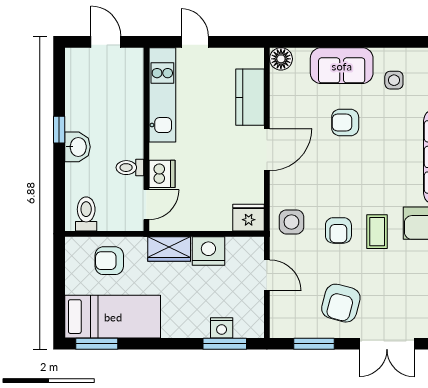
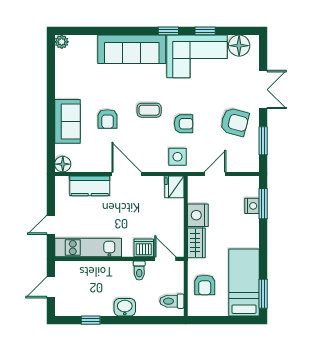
side table: (394, 80) -> (78, 85), removed
window: (59, 130) -> (91, 320), moved
coffee table: (377, 232) -> (149, 110), moved

